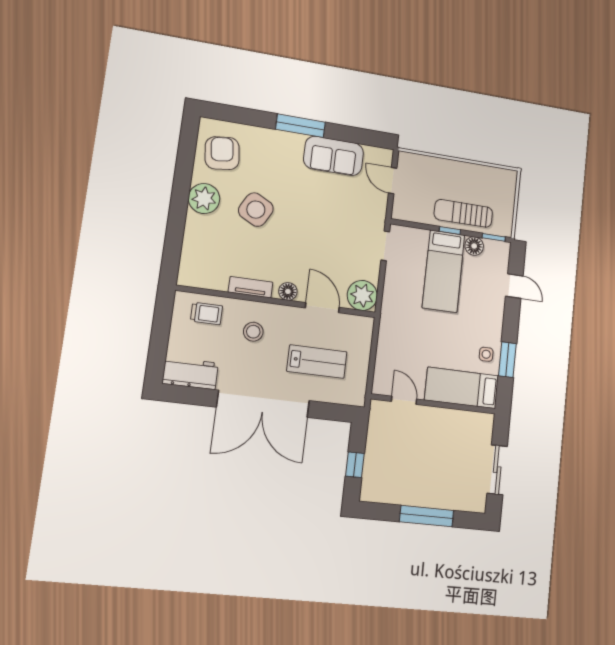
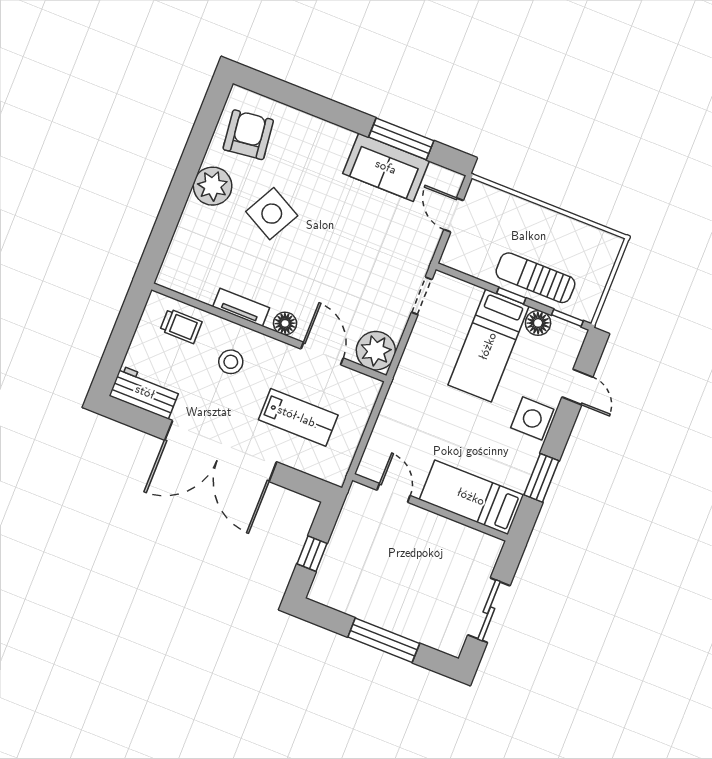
window: (300, 126) -> (401, 139), moved
side table: (486, 354) -> (532, 418), moved, width x1.87, depth x1.87

